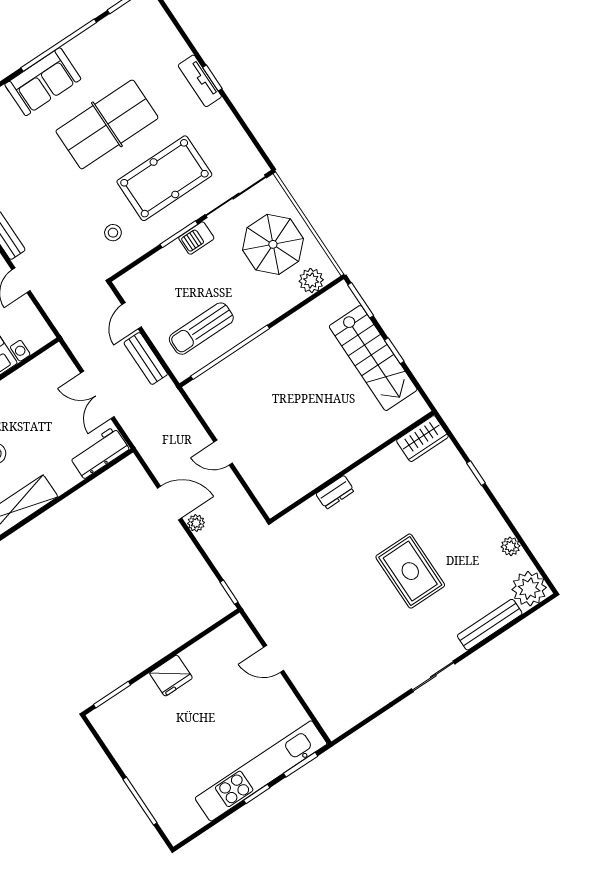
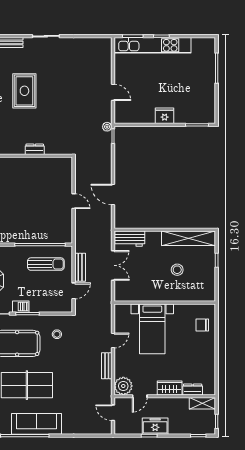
sofa: (43, 82) -> (36, 424), width x1.36
plant: (196, 523) -> (107, 127), moved

